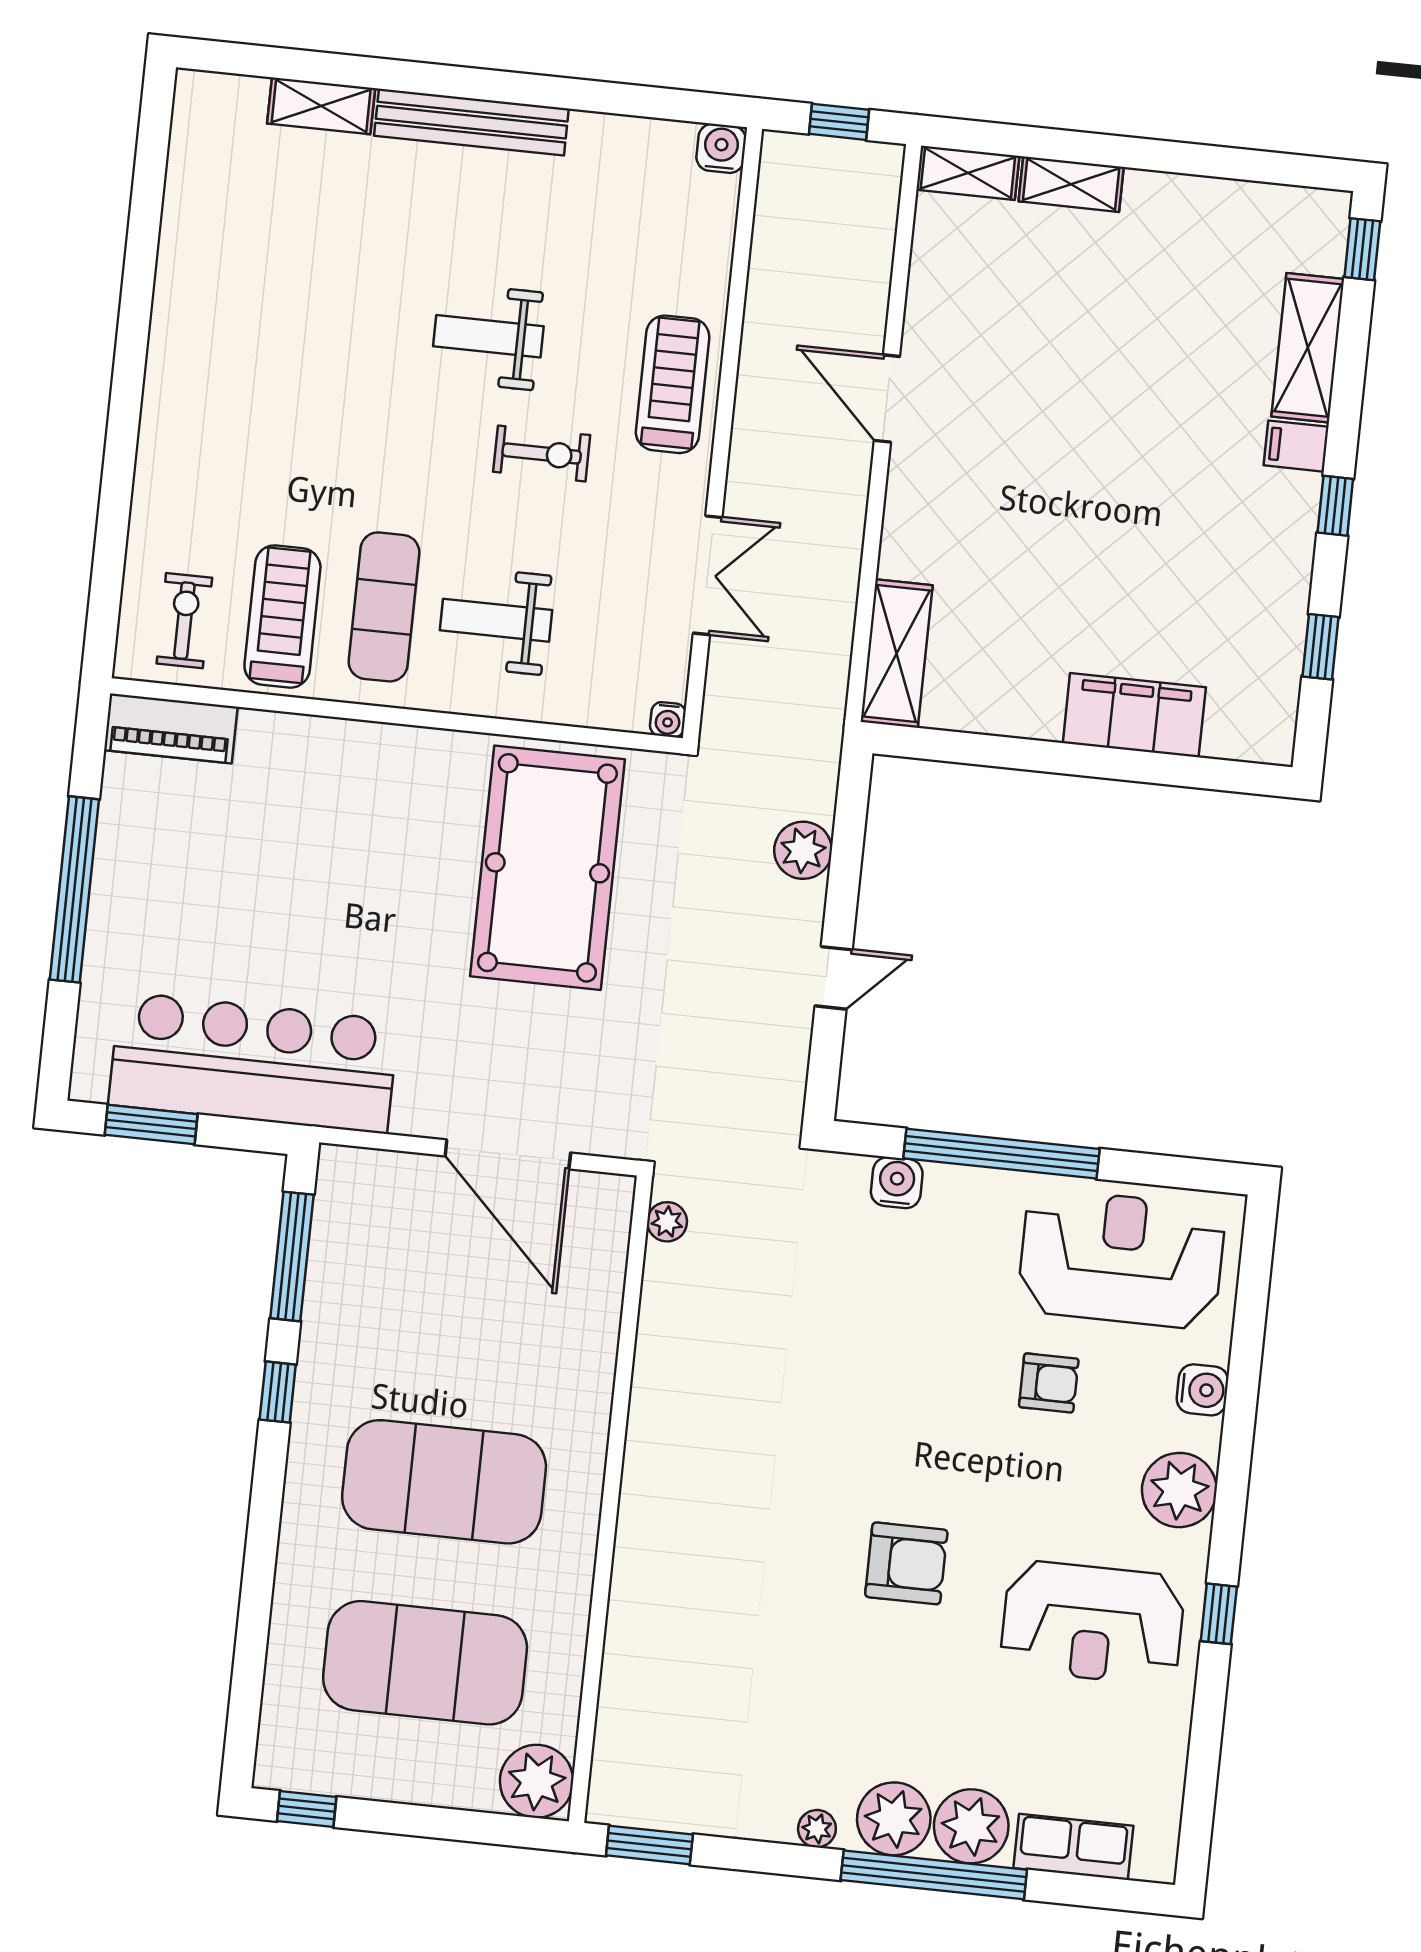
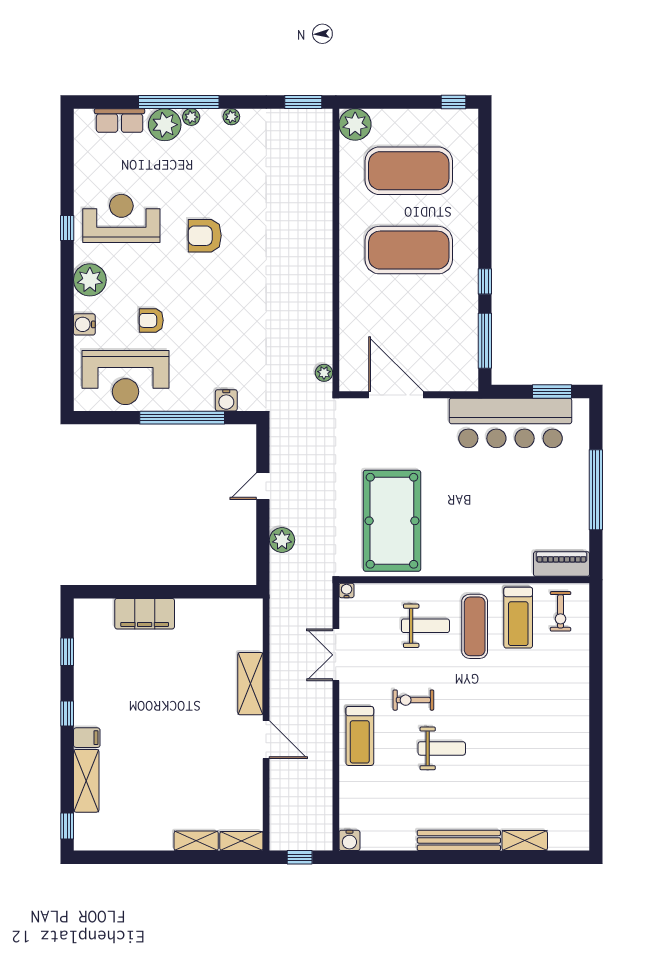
shelving: (897, 653) -> (250, 684), moved
plant: (894, 1819) -> (191, 117), width x0.53, depth x0.53

